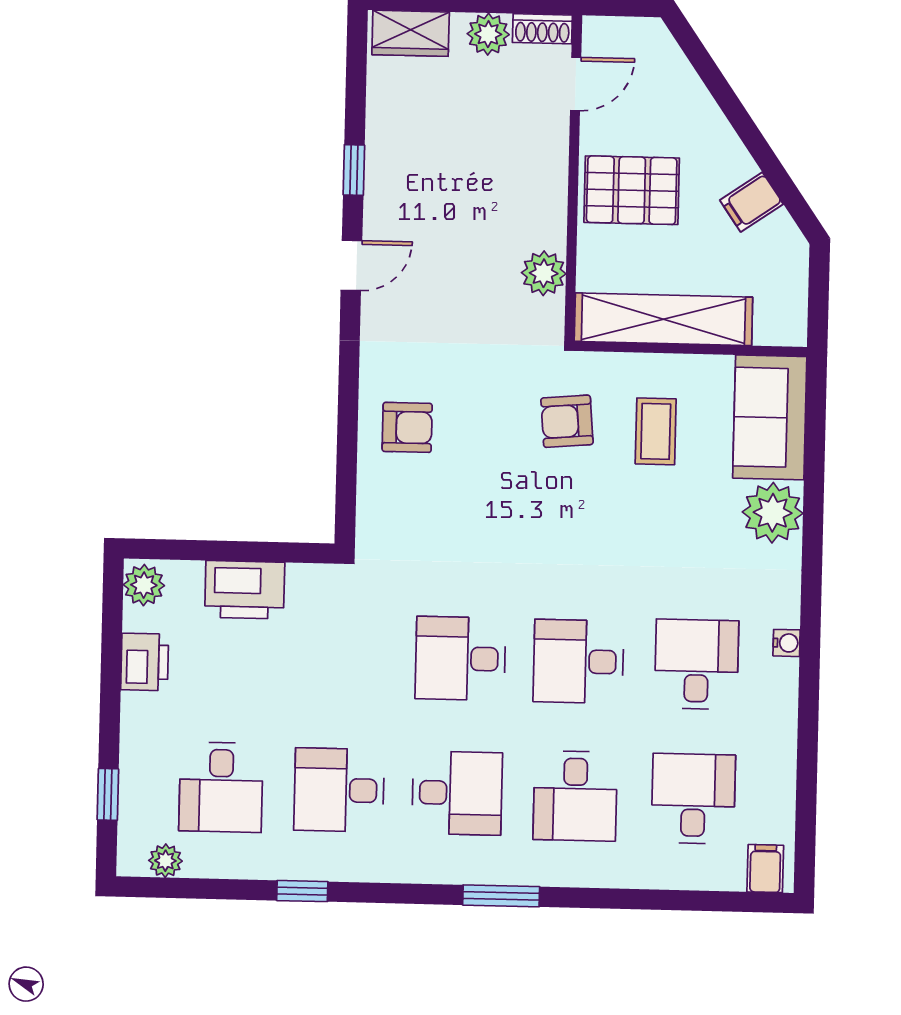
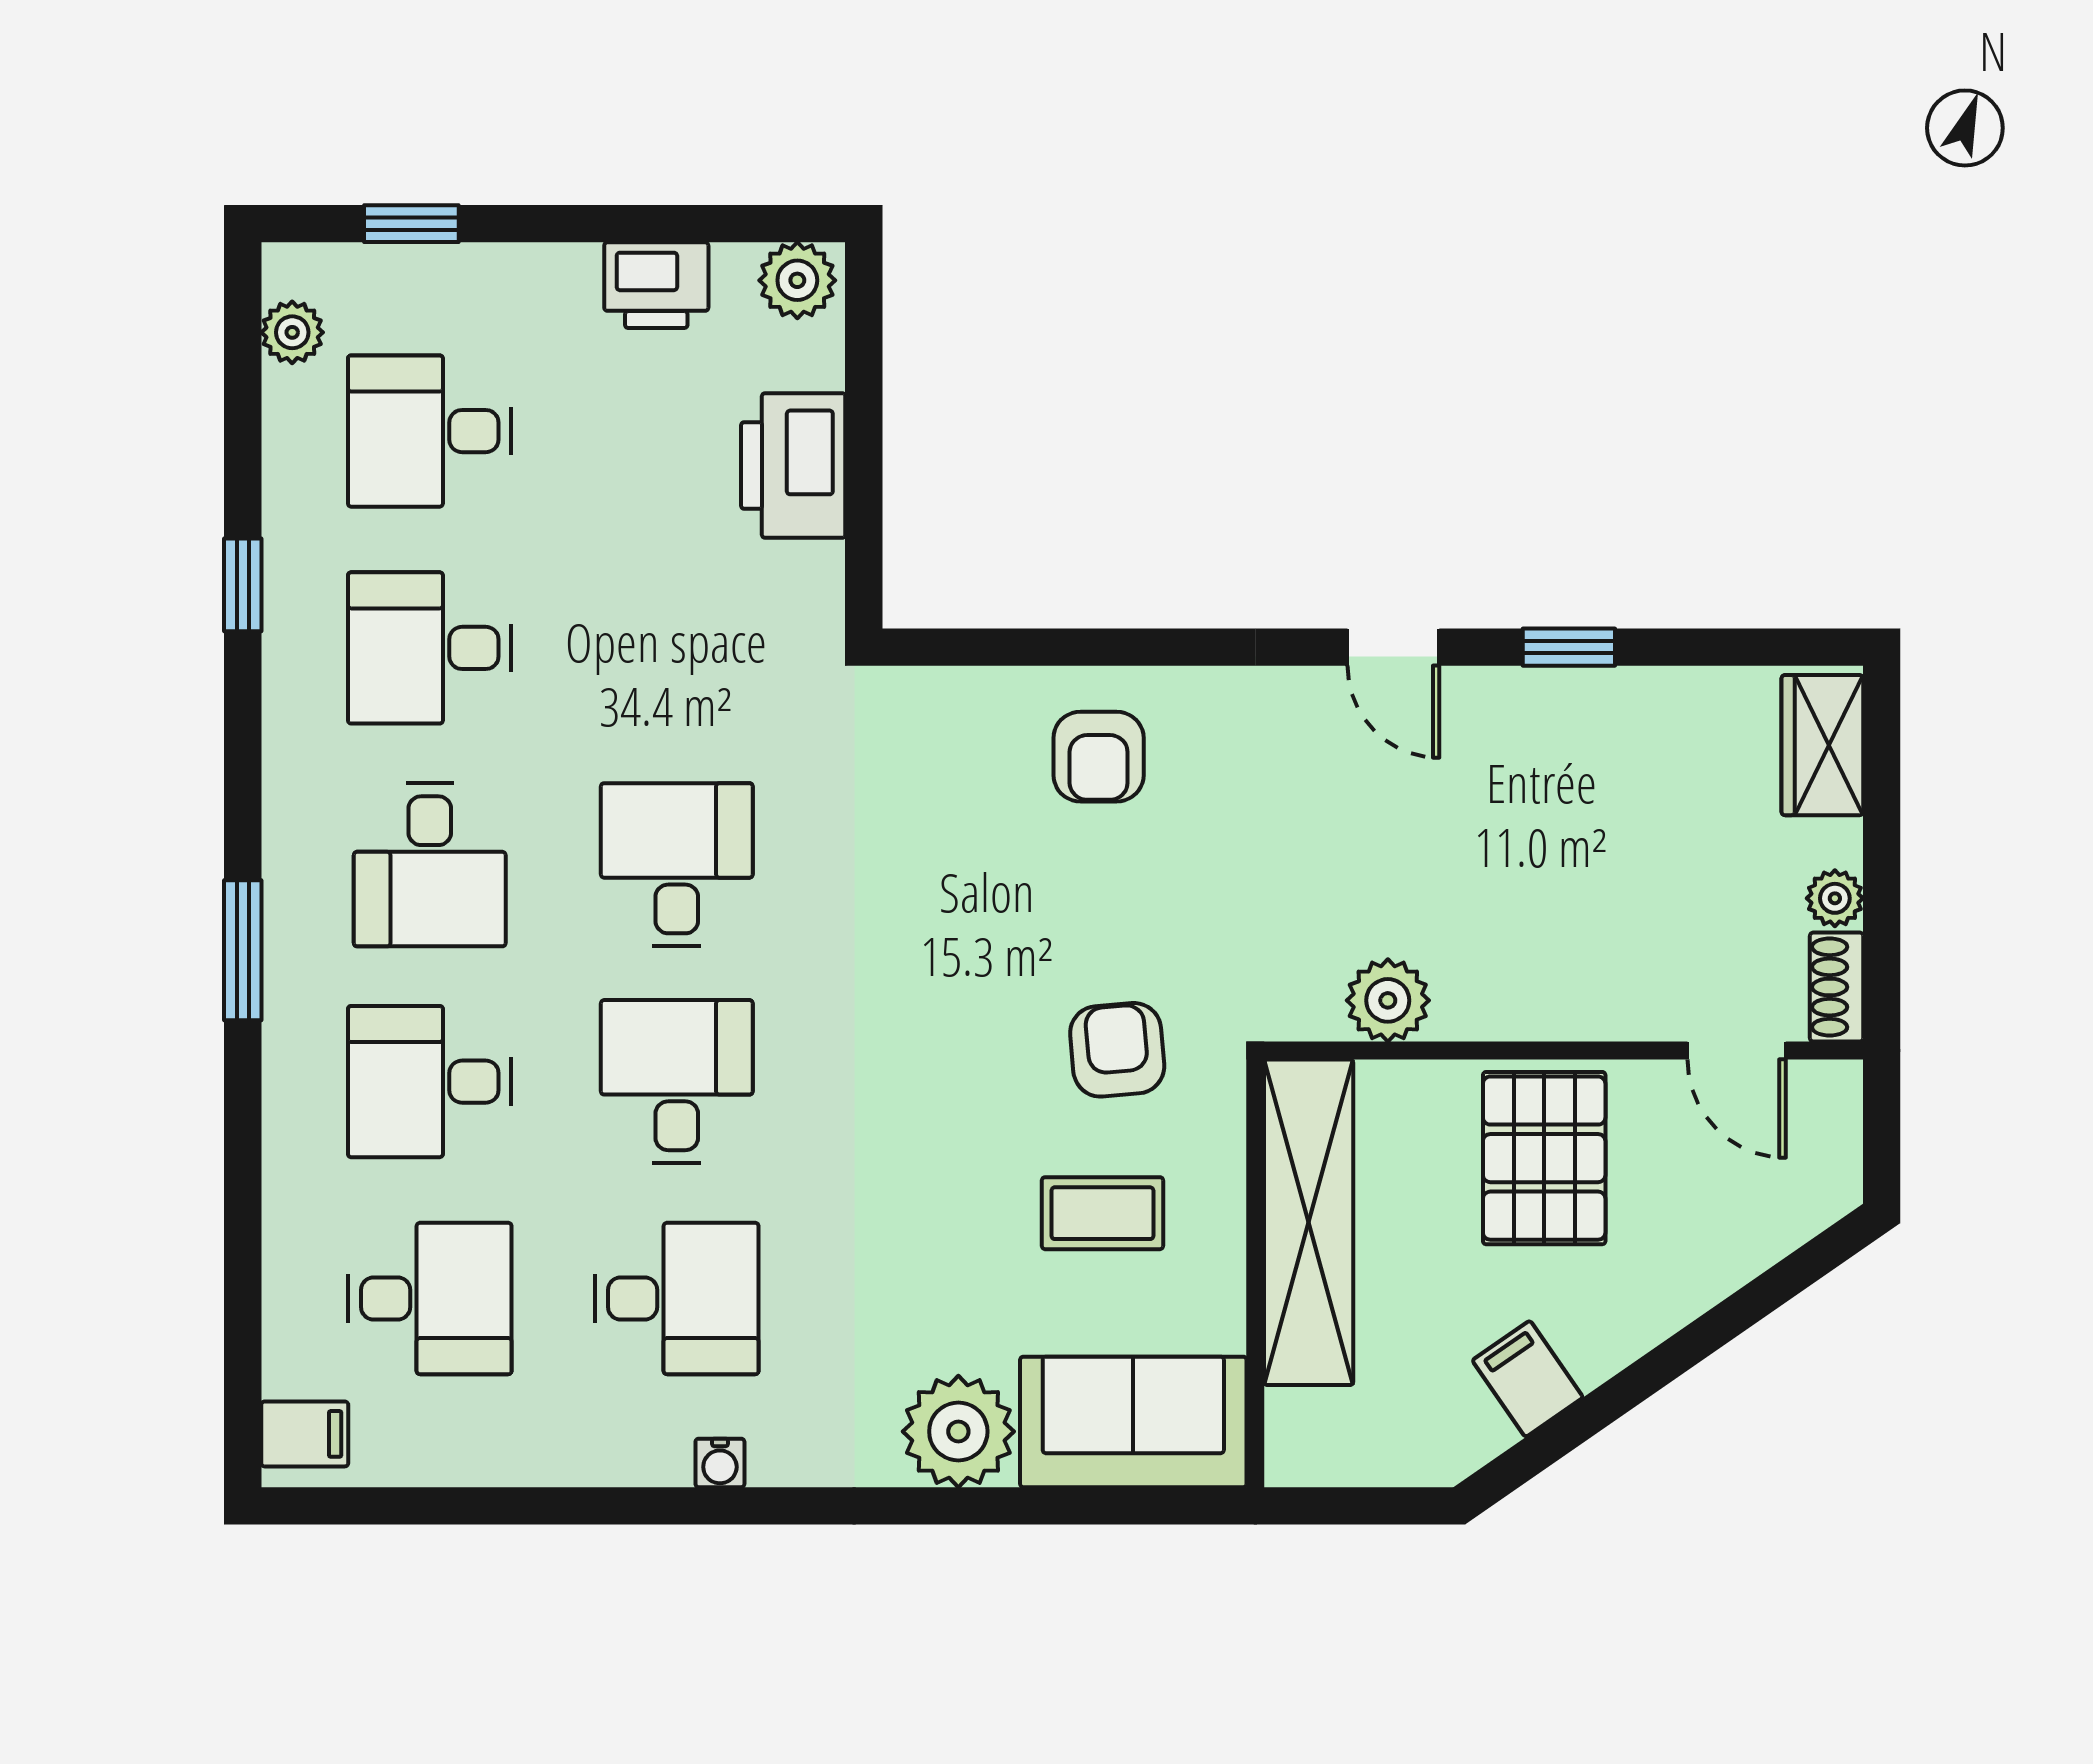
plant: (488, 34) -> (1835, 898), width x0.73, depth x0.73
desk: (339, 790) -> (430, 648), turned -90

